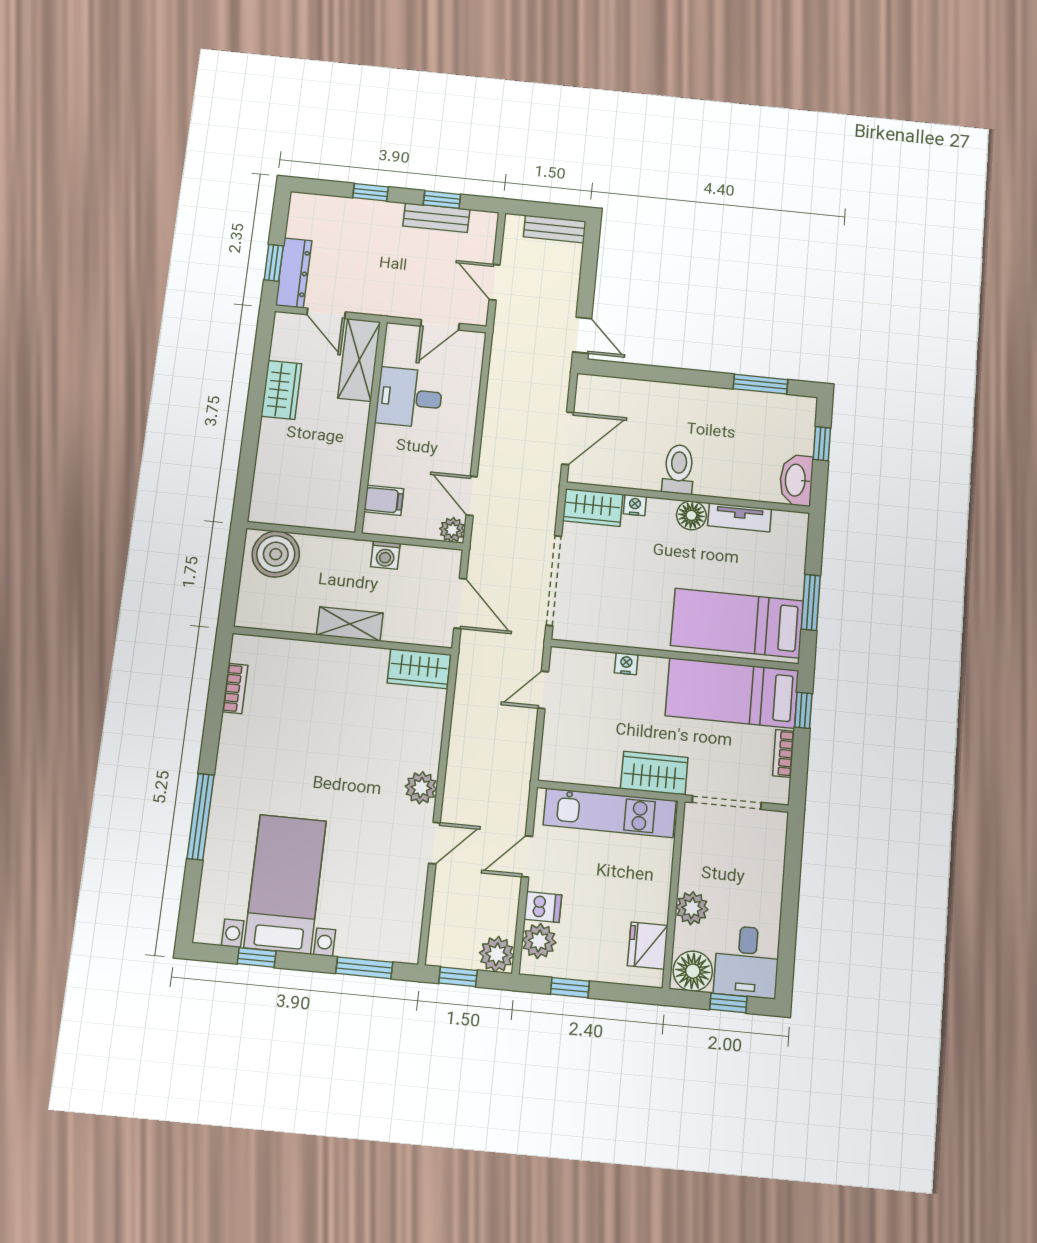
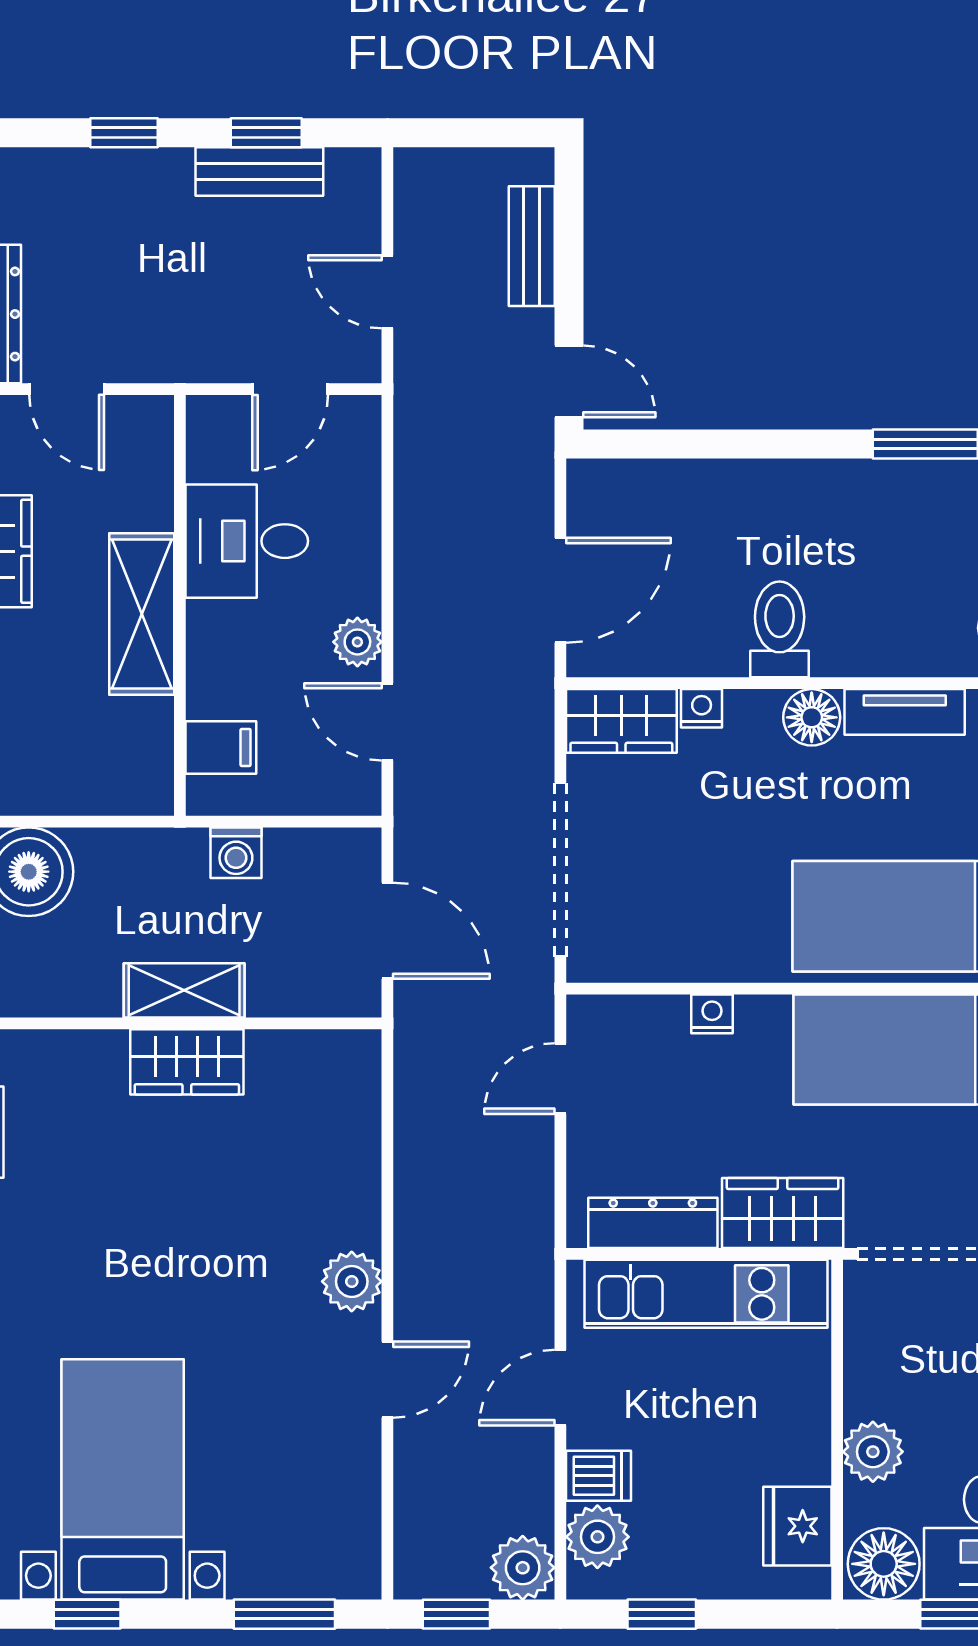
bench: (555, 229) -> (532, 246), moved, turned 90
shelving: (359, 360) -> (142, 614), moved
plant: (452, 530) -> (357, 642), moved
wardrobe: (419, 669) -> (187, 1062), moved
dresser: (585, 772) -> (653, 1223), added

